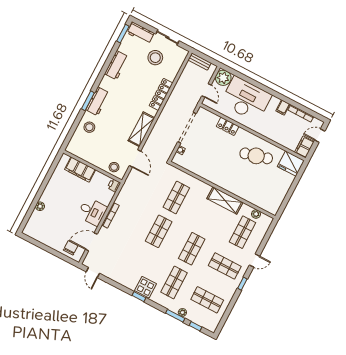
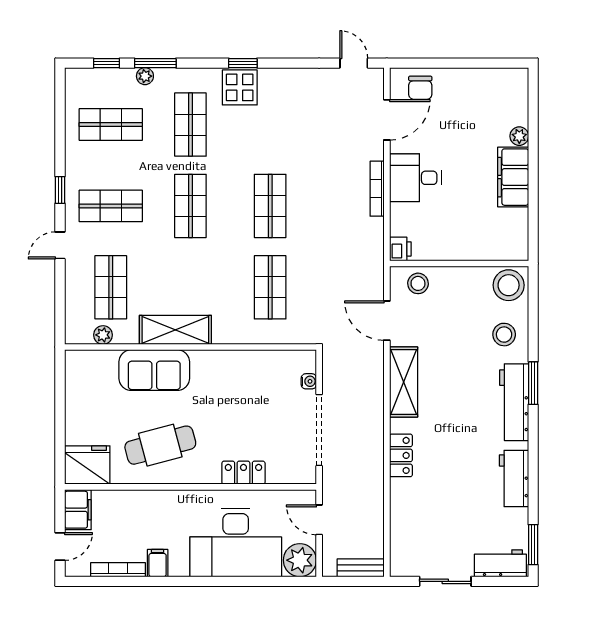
stool: (155, 58) -> (509, 285), moved
locker: (161, 94) -> (401, 455), width x0.66
workbench: (98, 101) -> (514, 402), width x1.37
filing cabinet: (80, 170) -> (513, 177), moved, turned -90
sofa: (242, 188) -> (154, 370), added

